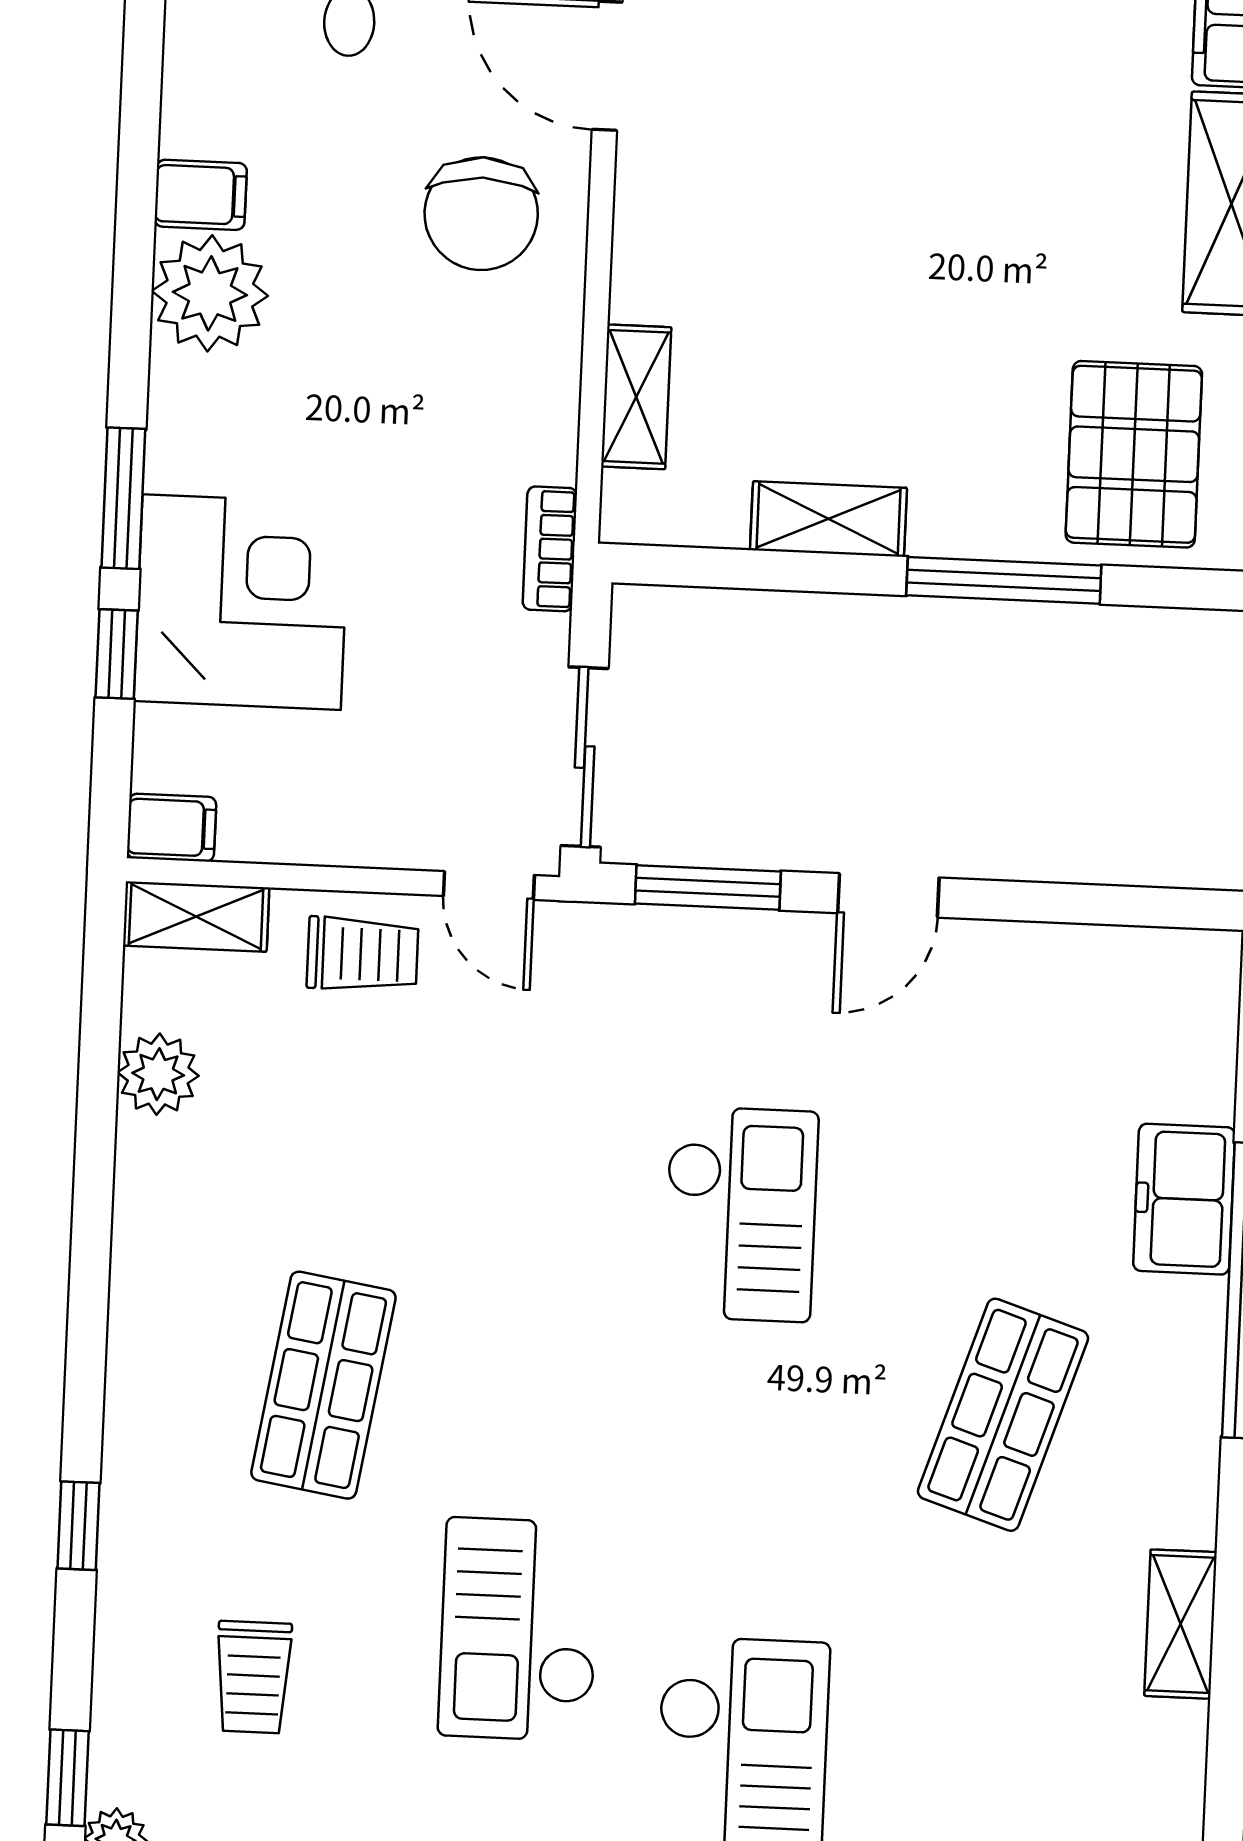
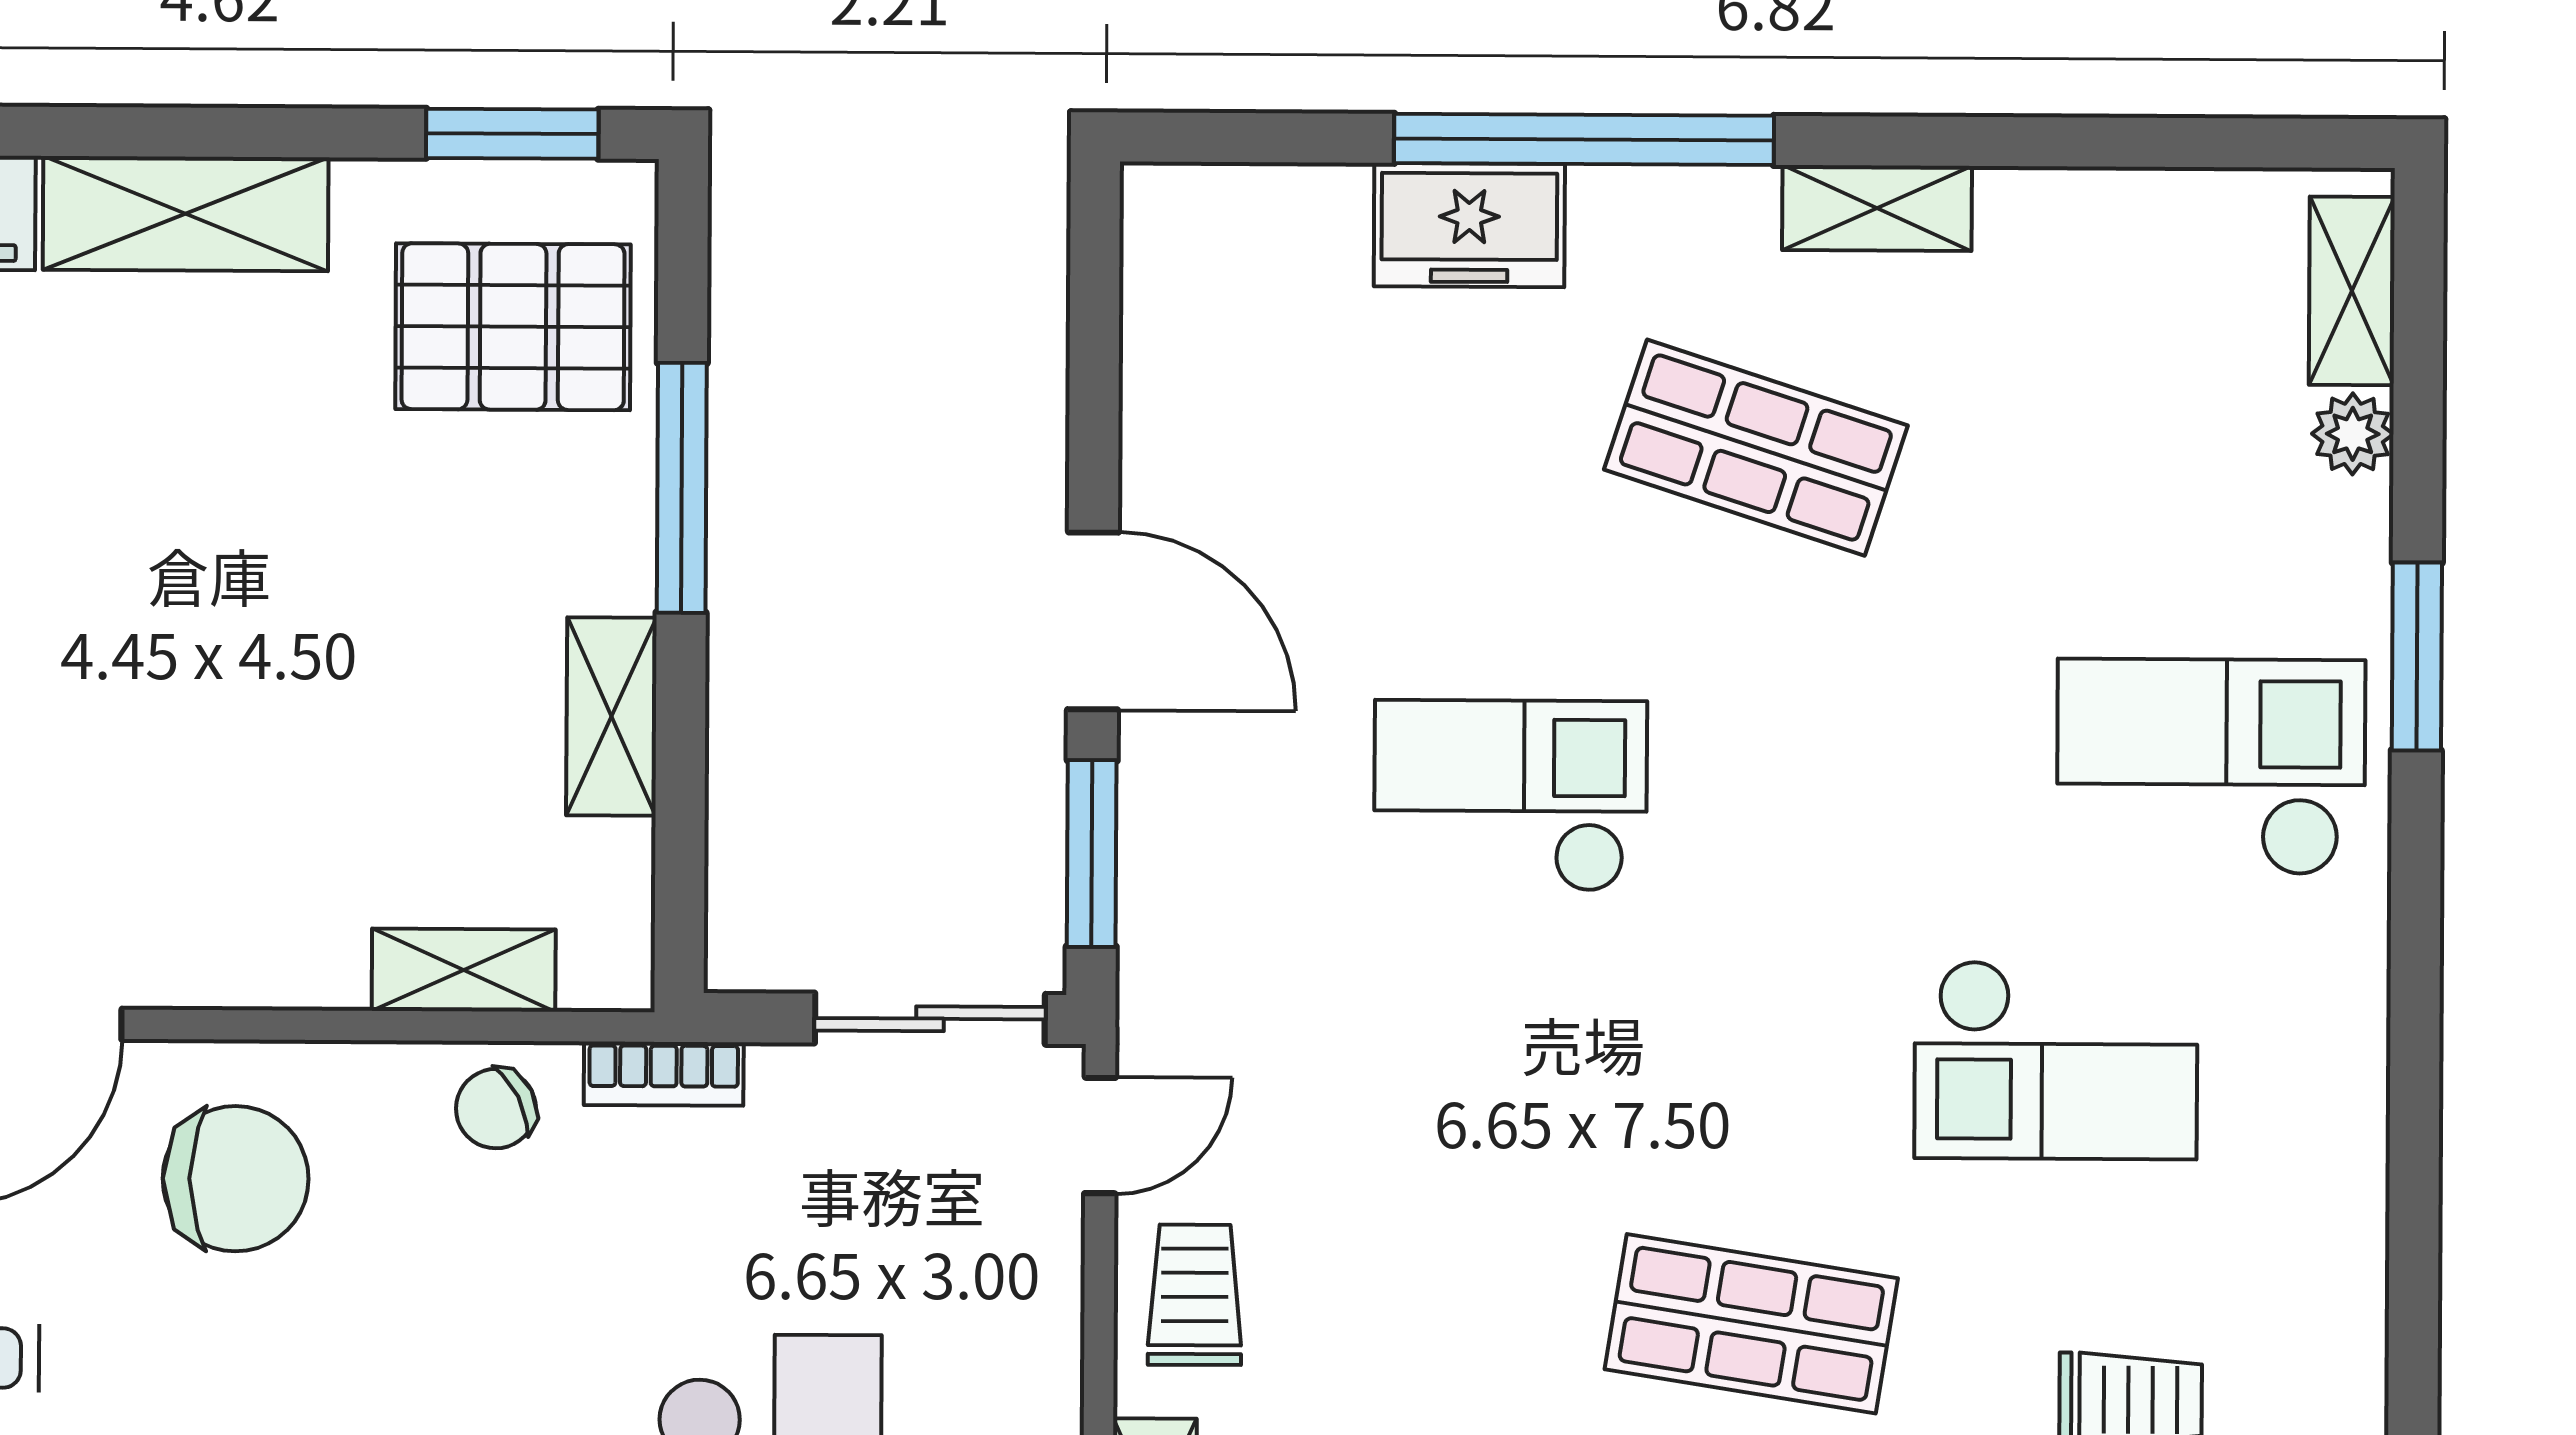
chair: (528, 418) -> (496, 1109), added
door: (888, 895) -> (1093, 621), width x1.38
shelving: (1181, 1624) -> (1877, 208), moved

